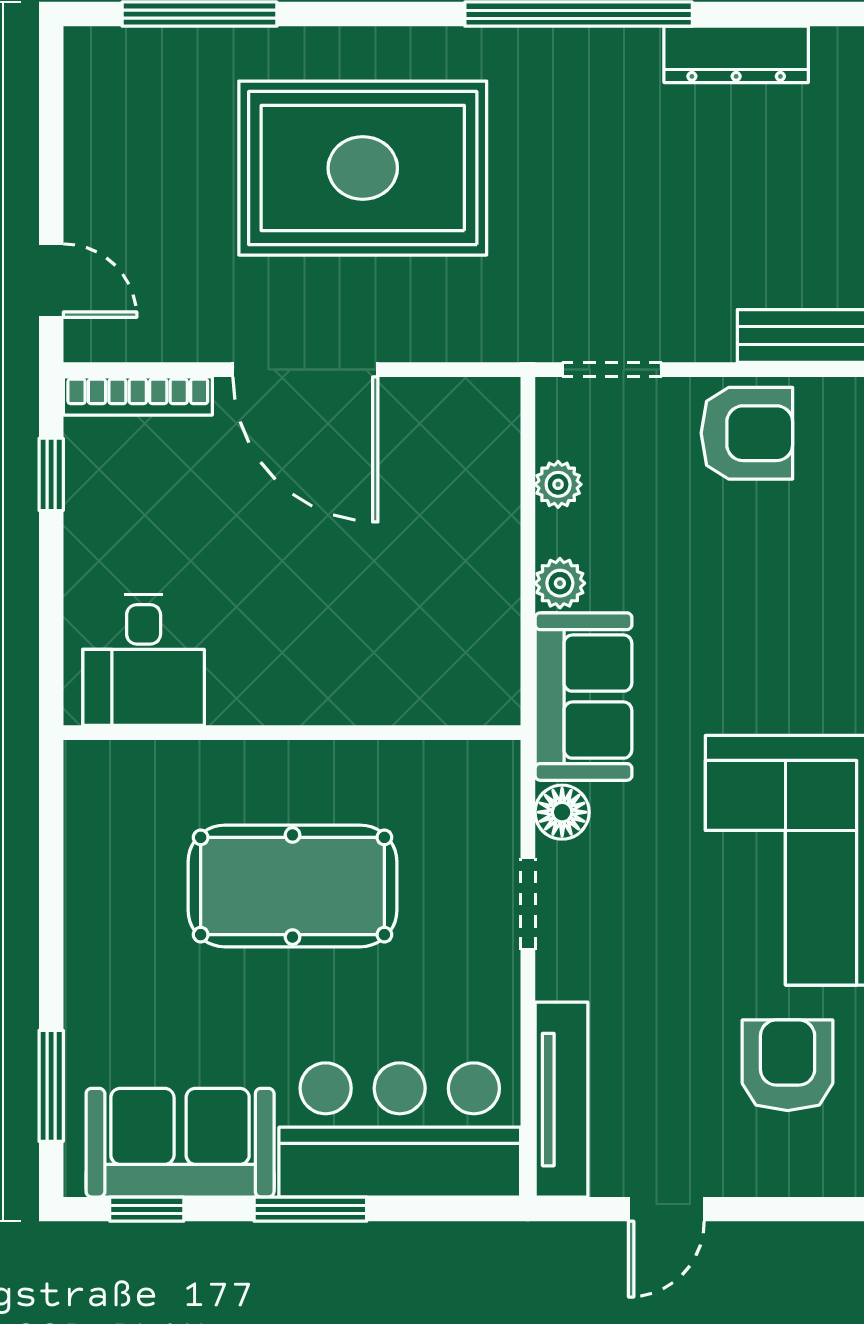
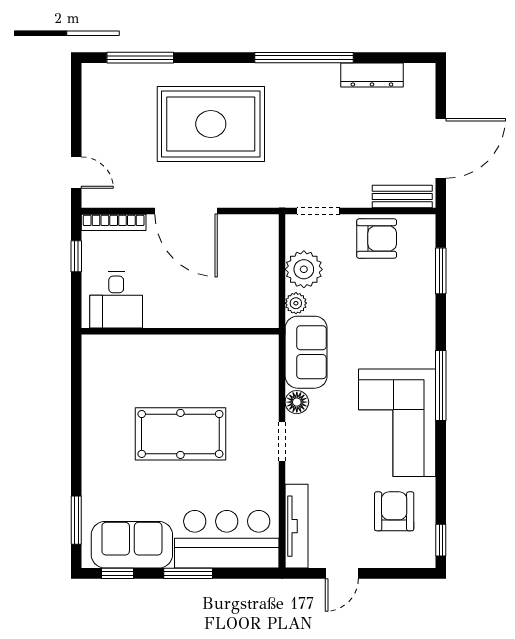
plant: (558, 484) -> (304, 269), width x1.88, depth x1.88
desk: (144, 660) -> (116, 300), moved
wall: (292, 733) -> (180, 331), moved

